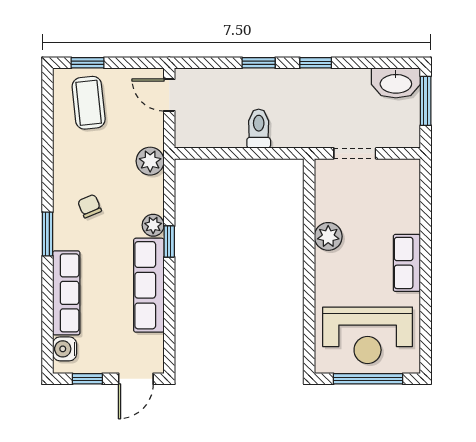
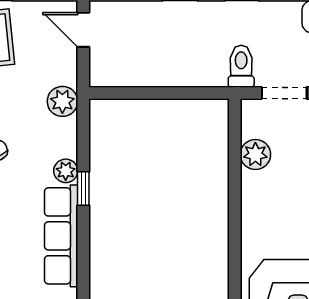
toilet: (259, 129) -> (241, 66), moved
plant: (328, 236) -> (255, 155), moved

